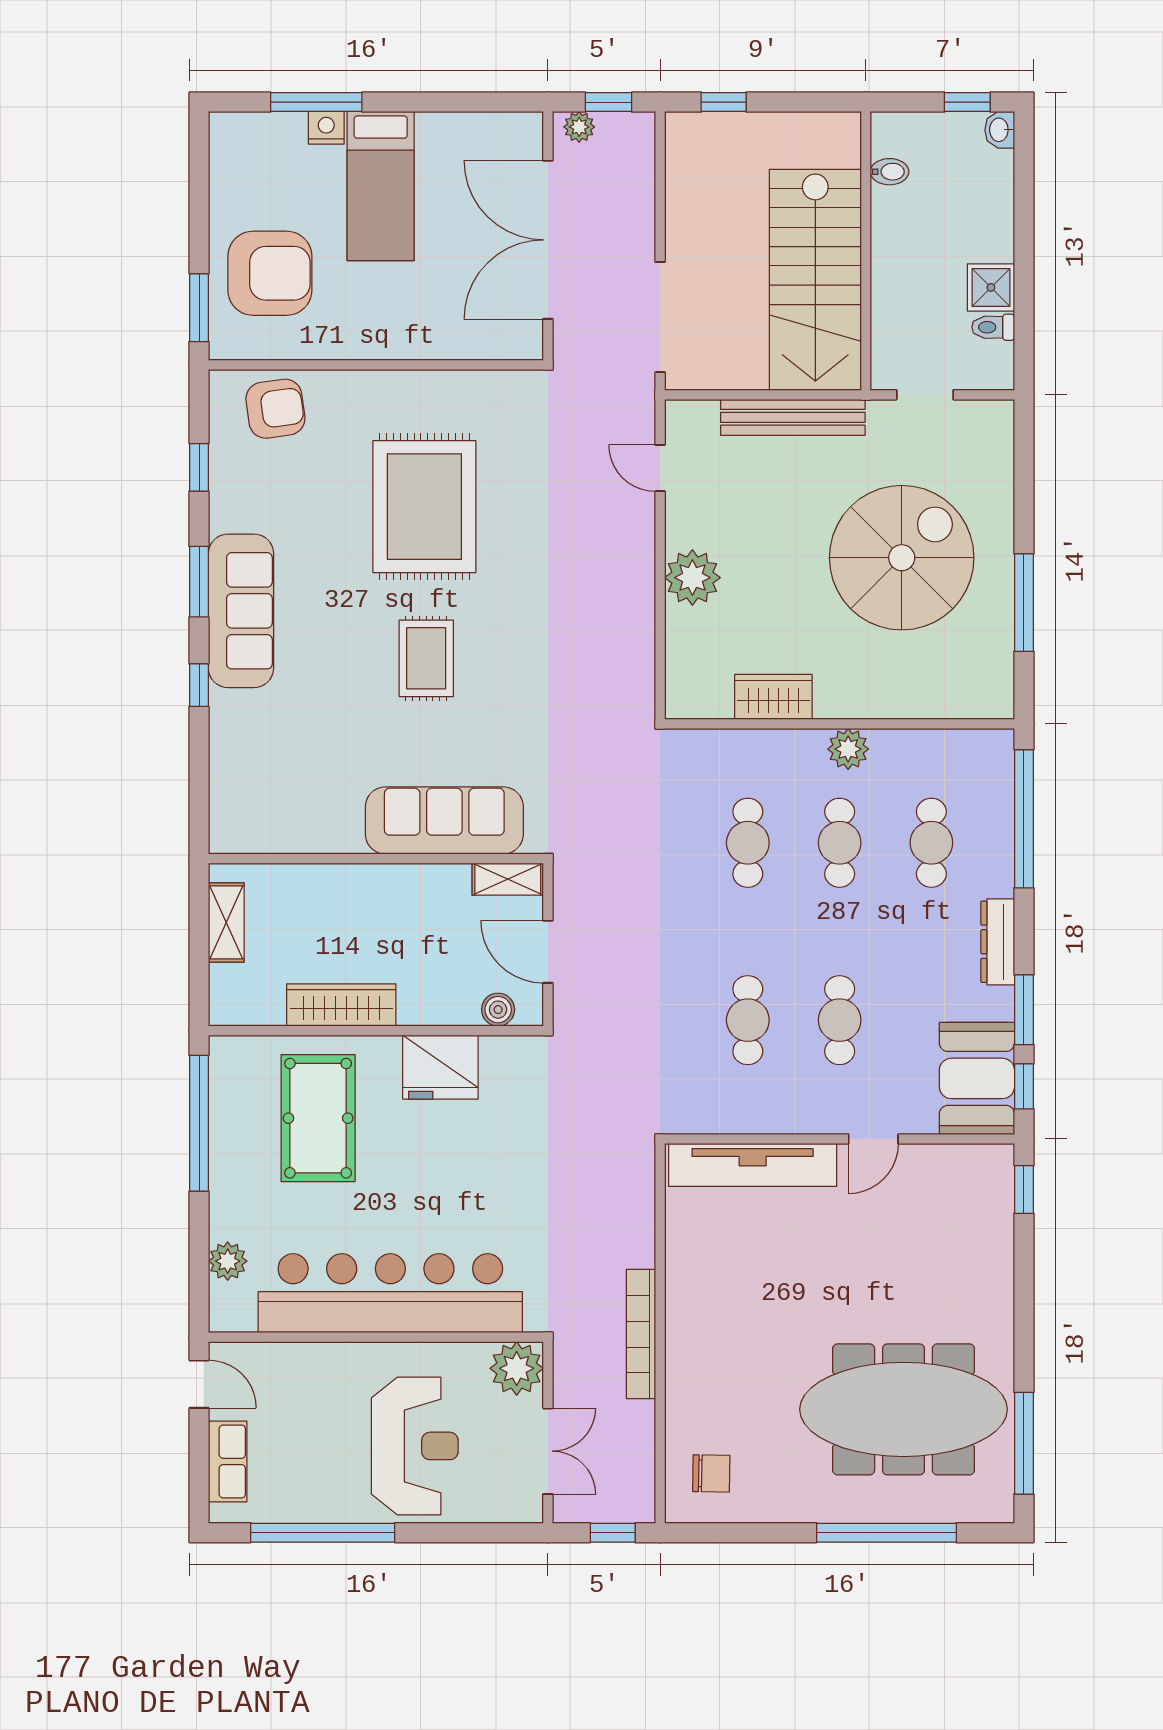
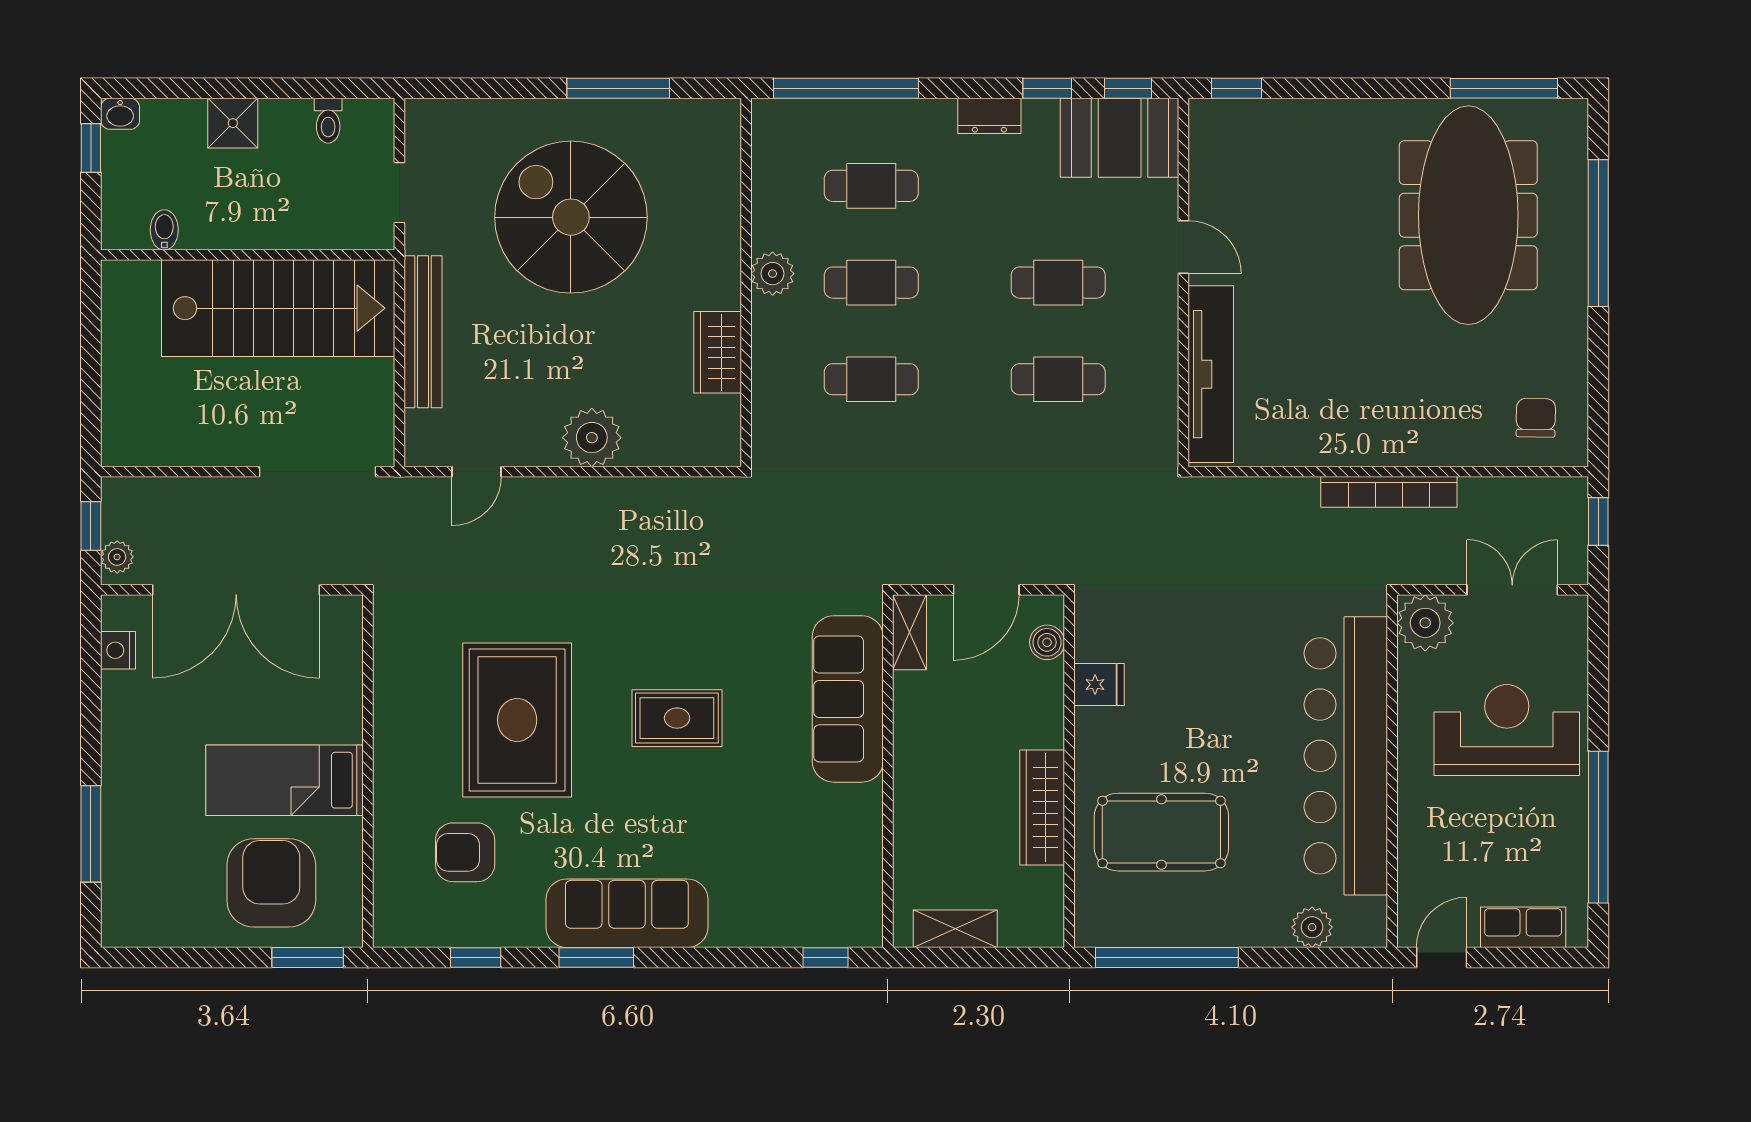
window: (724, 102) -> (91, 405), removed
nightstand: (326, 128) -> (118, 650), moved
bed: (381, 186) -> (285, 780), moved, turned 180
shower: (991, 287) -> (233, 123), moved
armchair: (275, 409) -> (465, 852), moved, turned -82
rug: (424, 507) -> (517, 720), turned 90
window: (199, 685) -> (825, 957), moved
dresser: (998, 942) -> (989, 116), width x0.70
window: (1024, 1010) -> (1047, 88), width x0.67
fridge: (440, 1067) -> (1099, 684), width x0.53, depth x0.75

